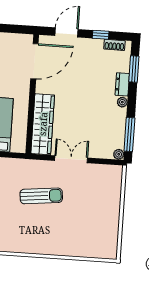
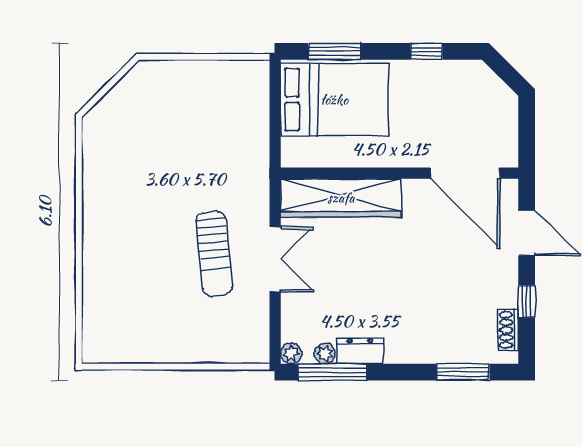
dresser: (122, 84) -> (360, 351), moved
plant: (122, 102) -> (325, 353), moved
sun lounger: (41, 196) -> (214, 254), moved

